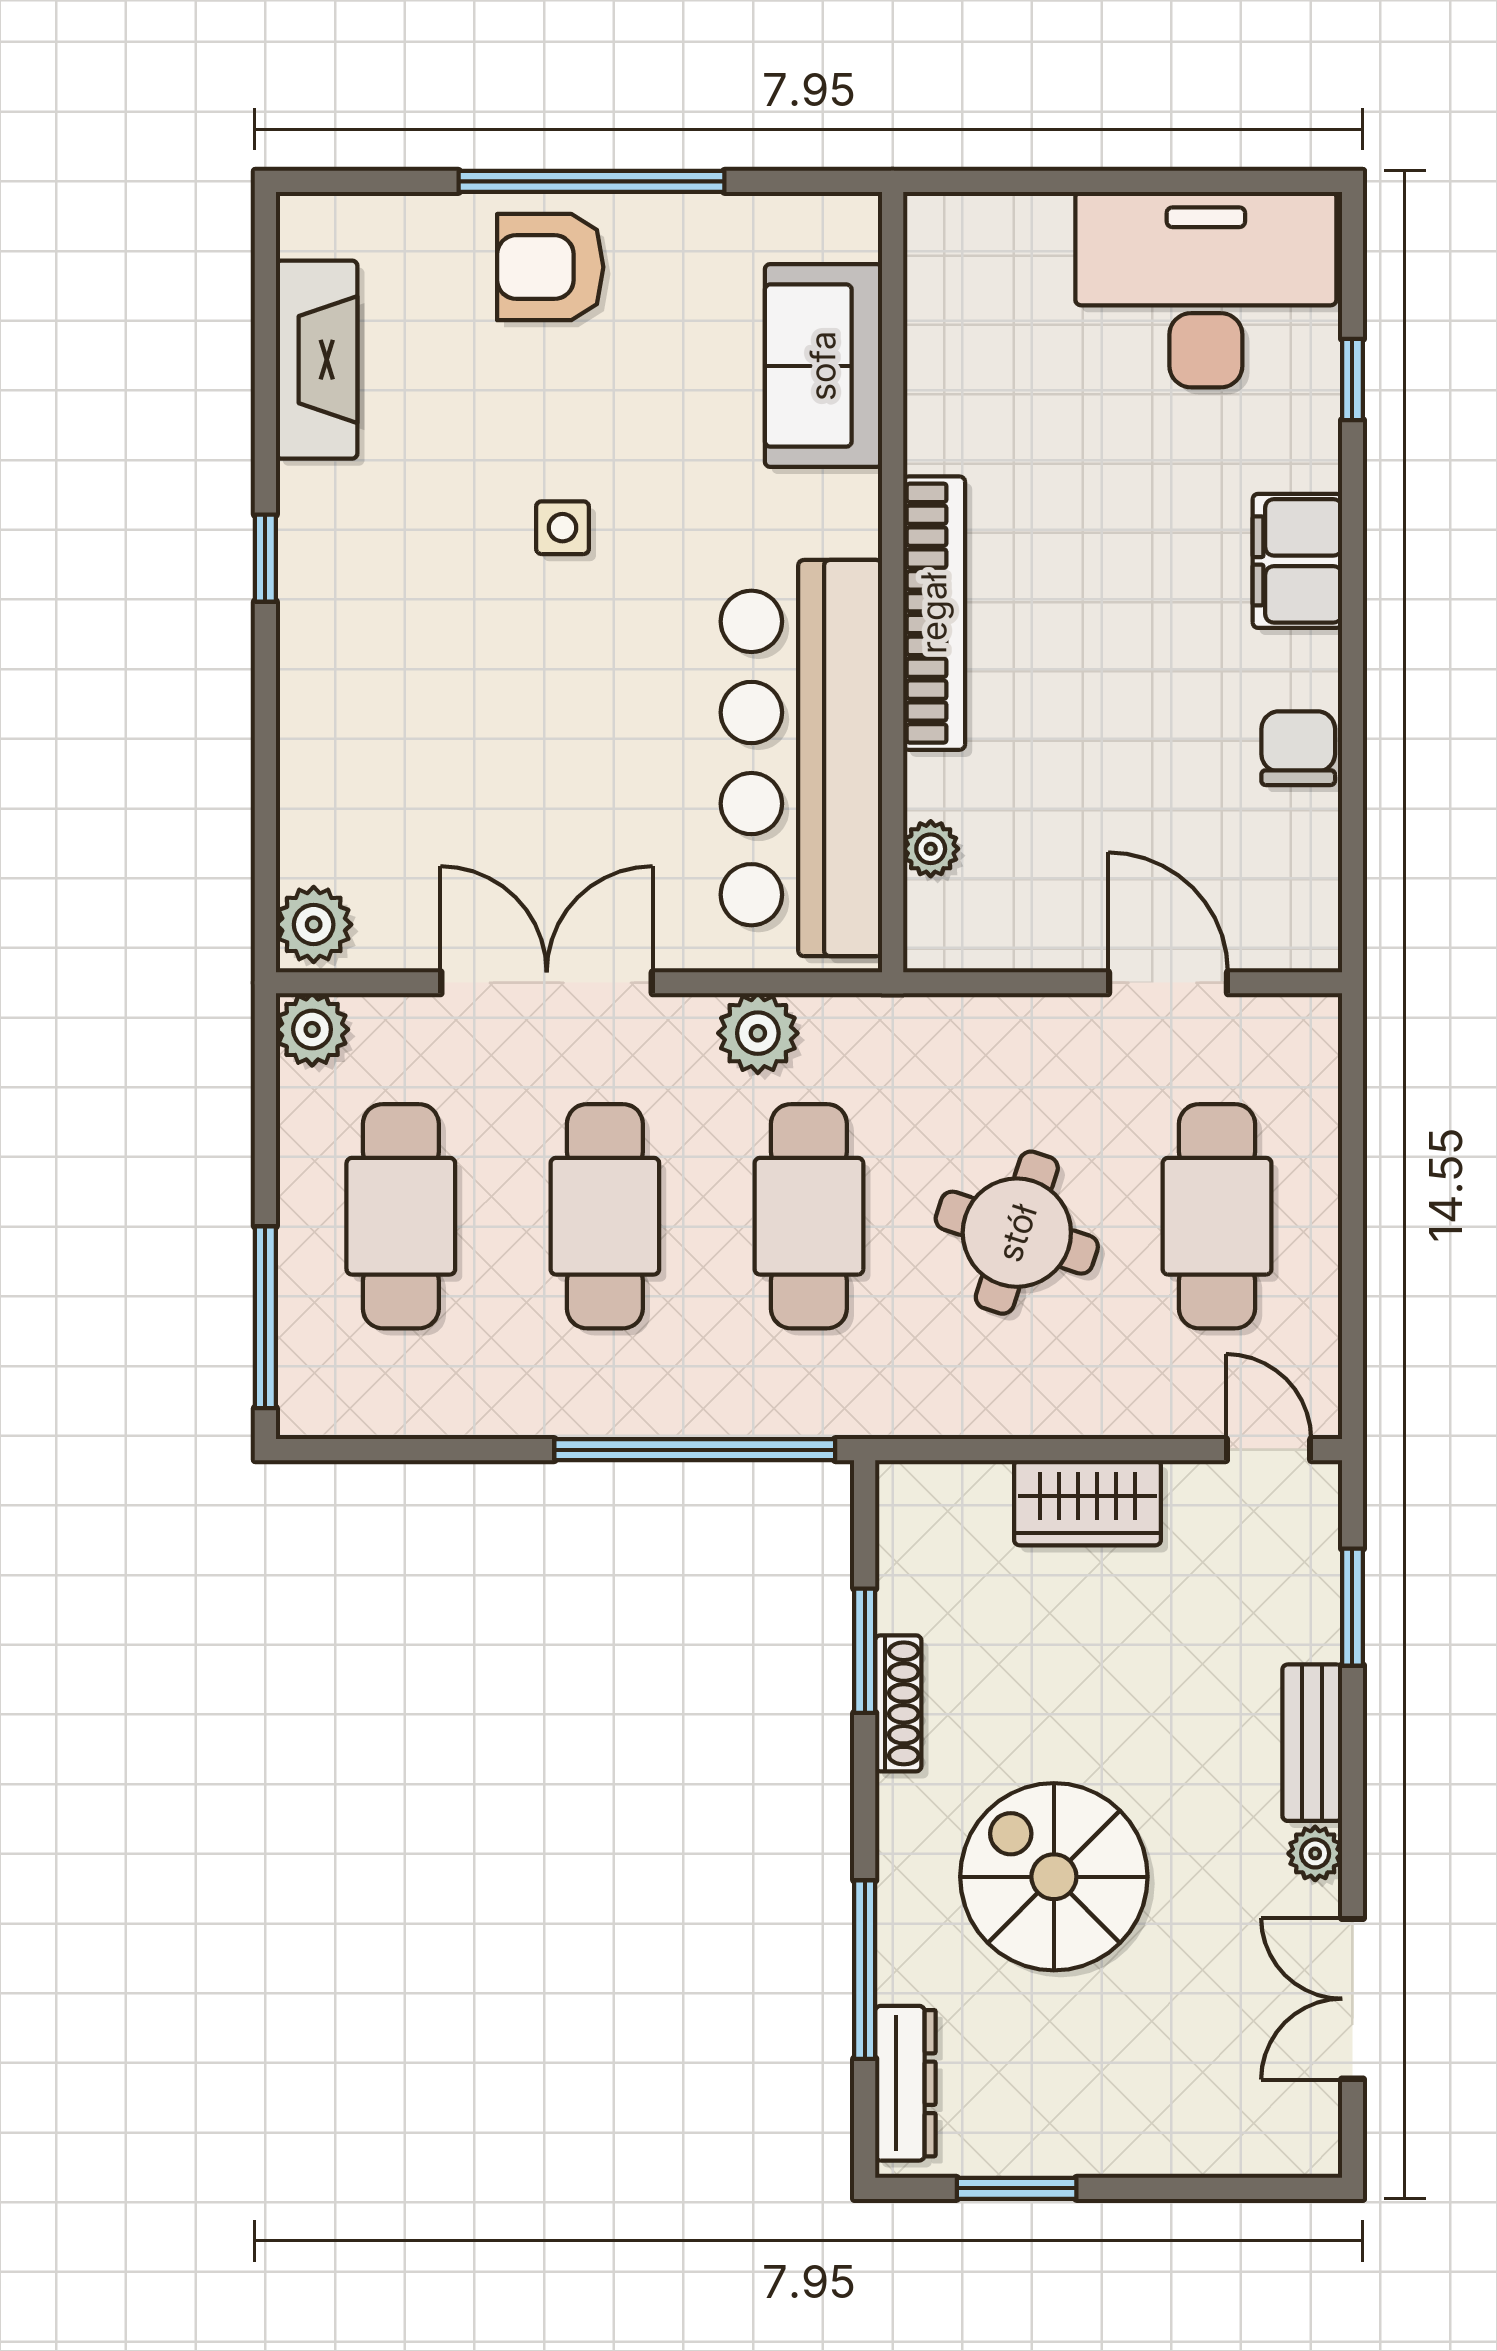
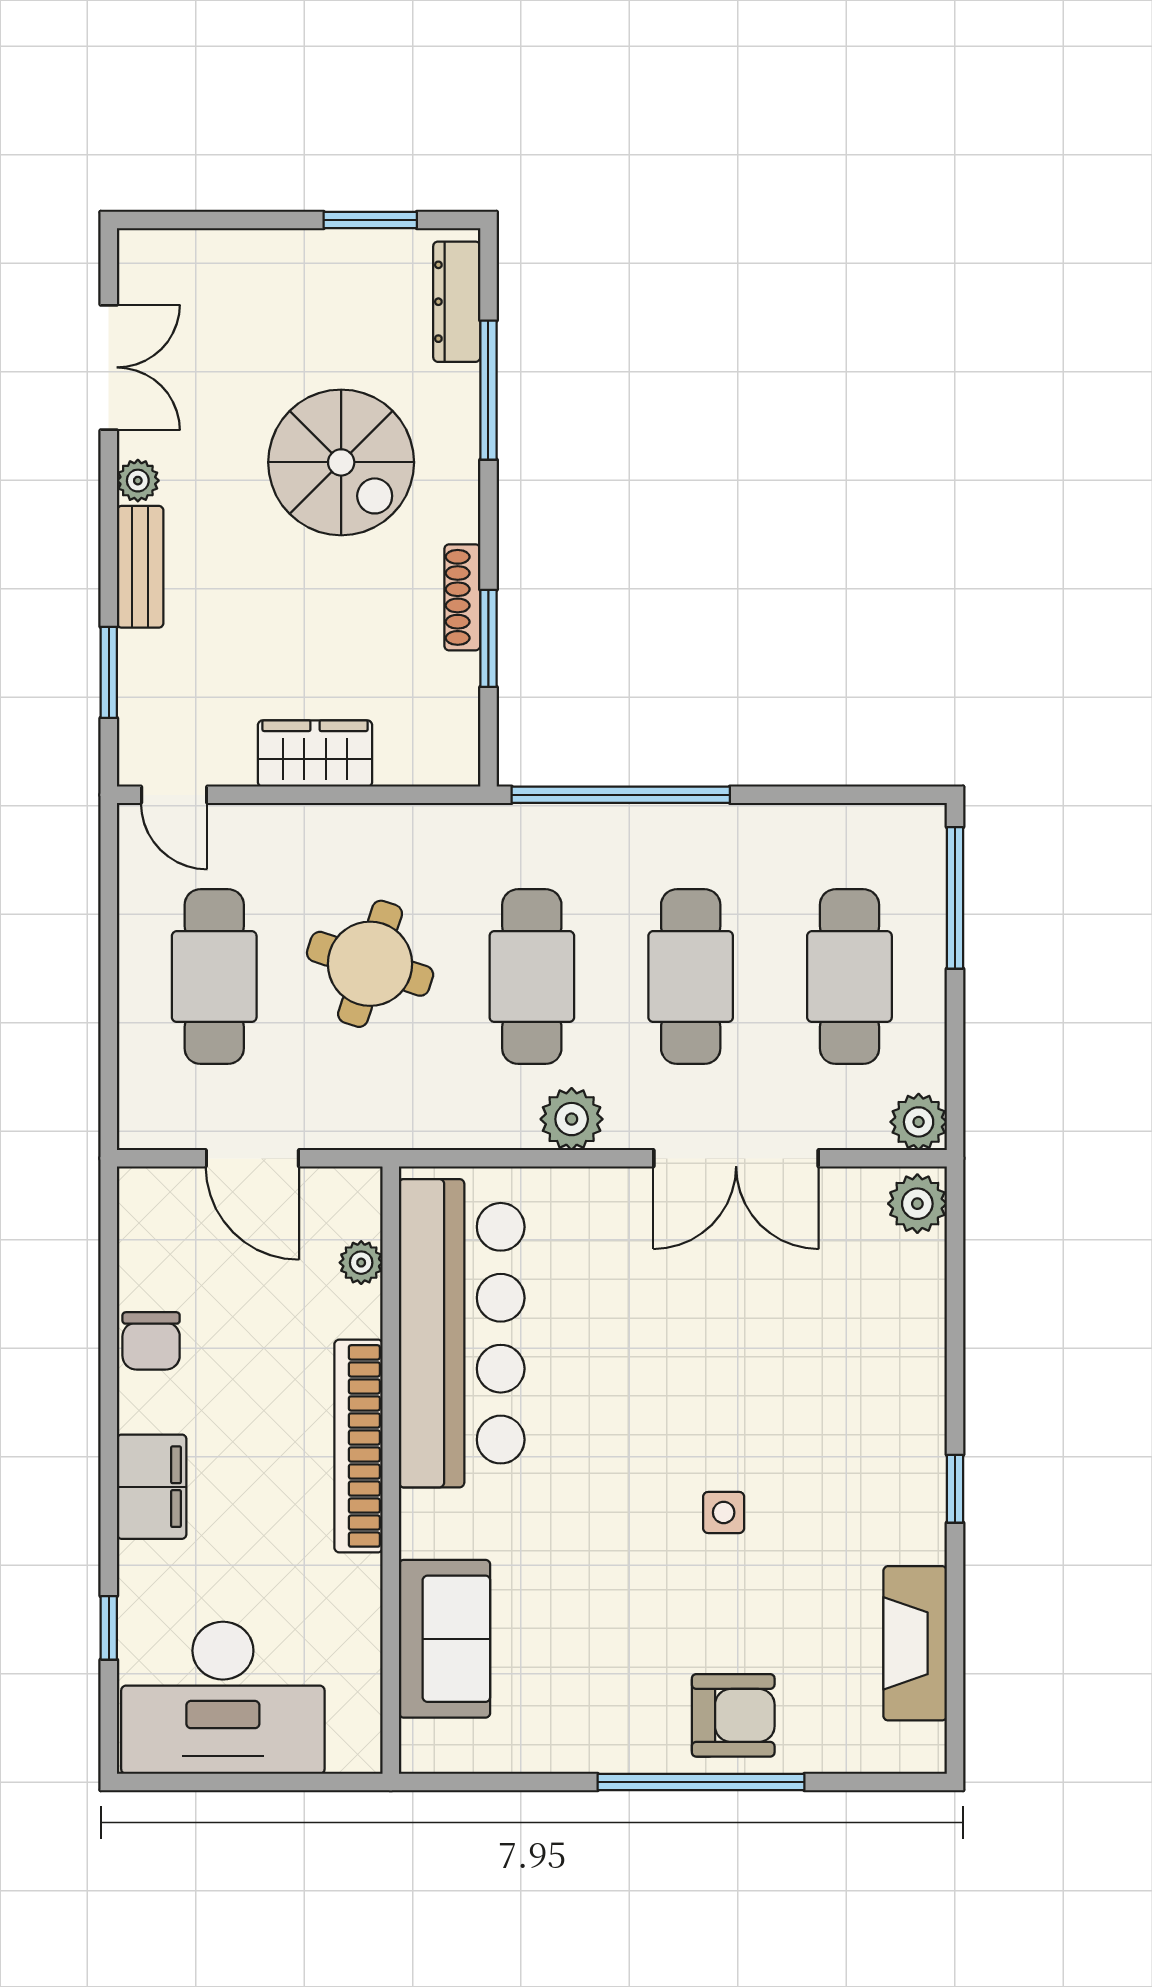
sofa: (823, 366) -> (445, 1639), moved
wall: (893, 582) -> (391, 1470), moved
bookcase: (934, 613) -> (359, 1446), moved
bar counter: (801, 758) -> (462, 1333), moved
plant: (931, 849) -> (361, 1263), moved

